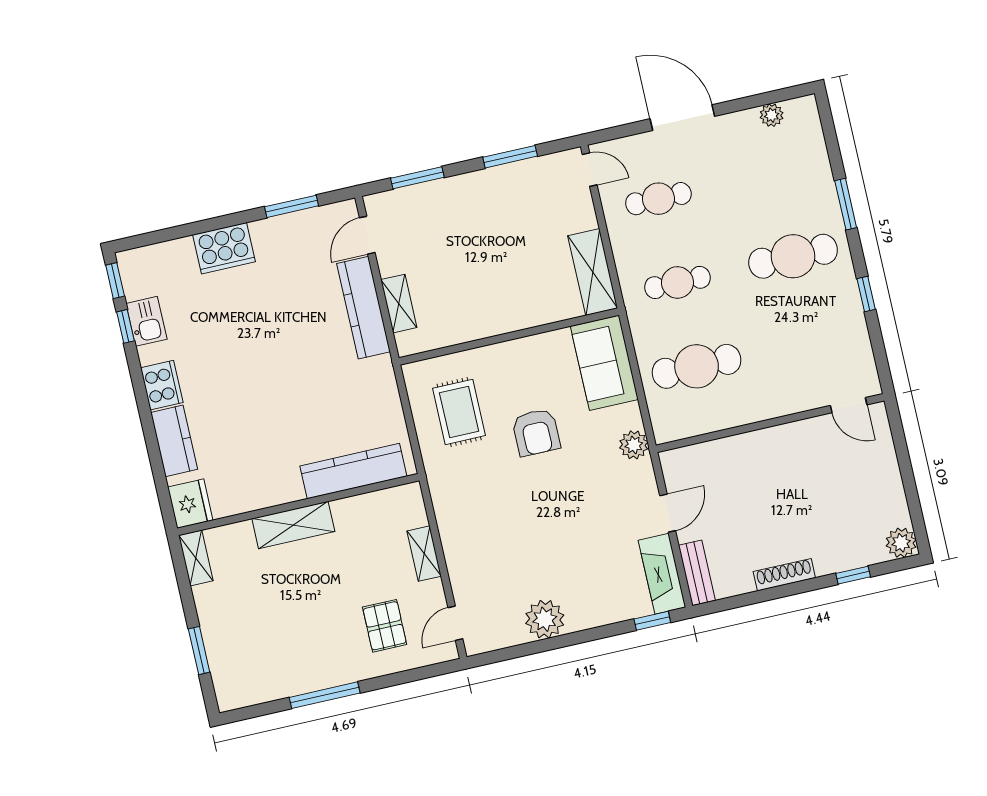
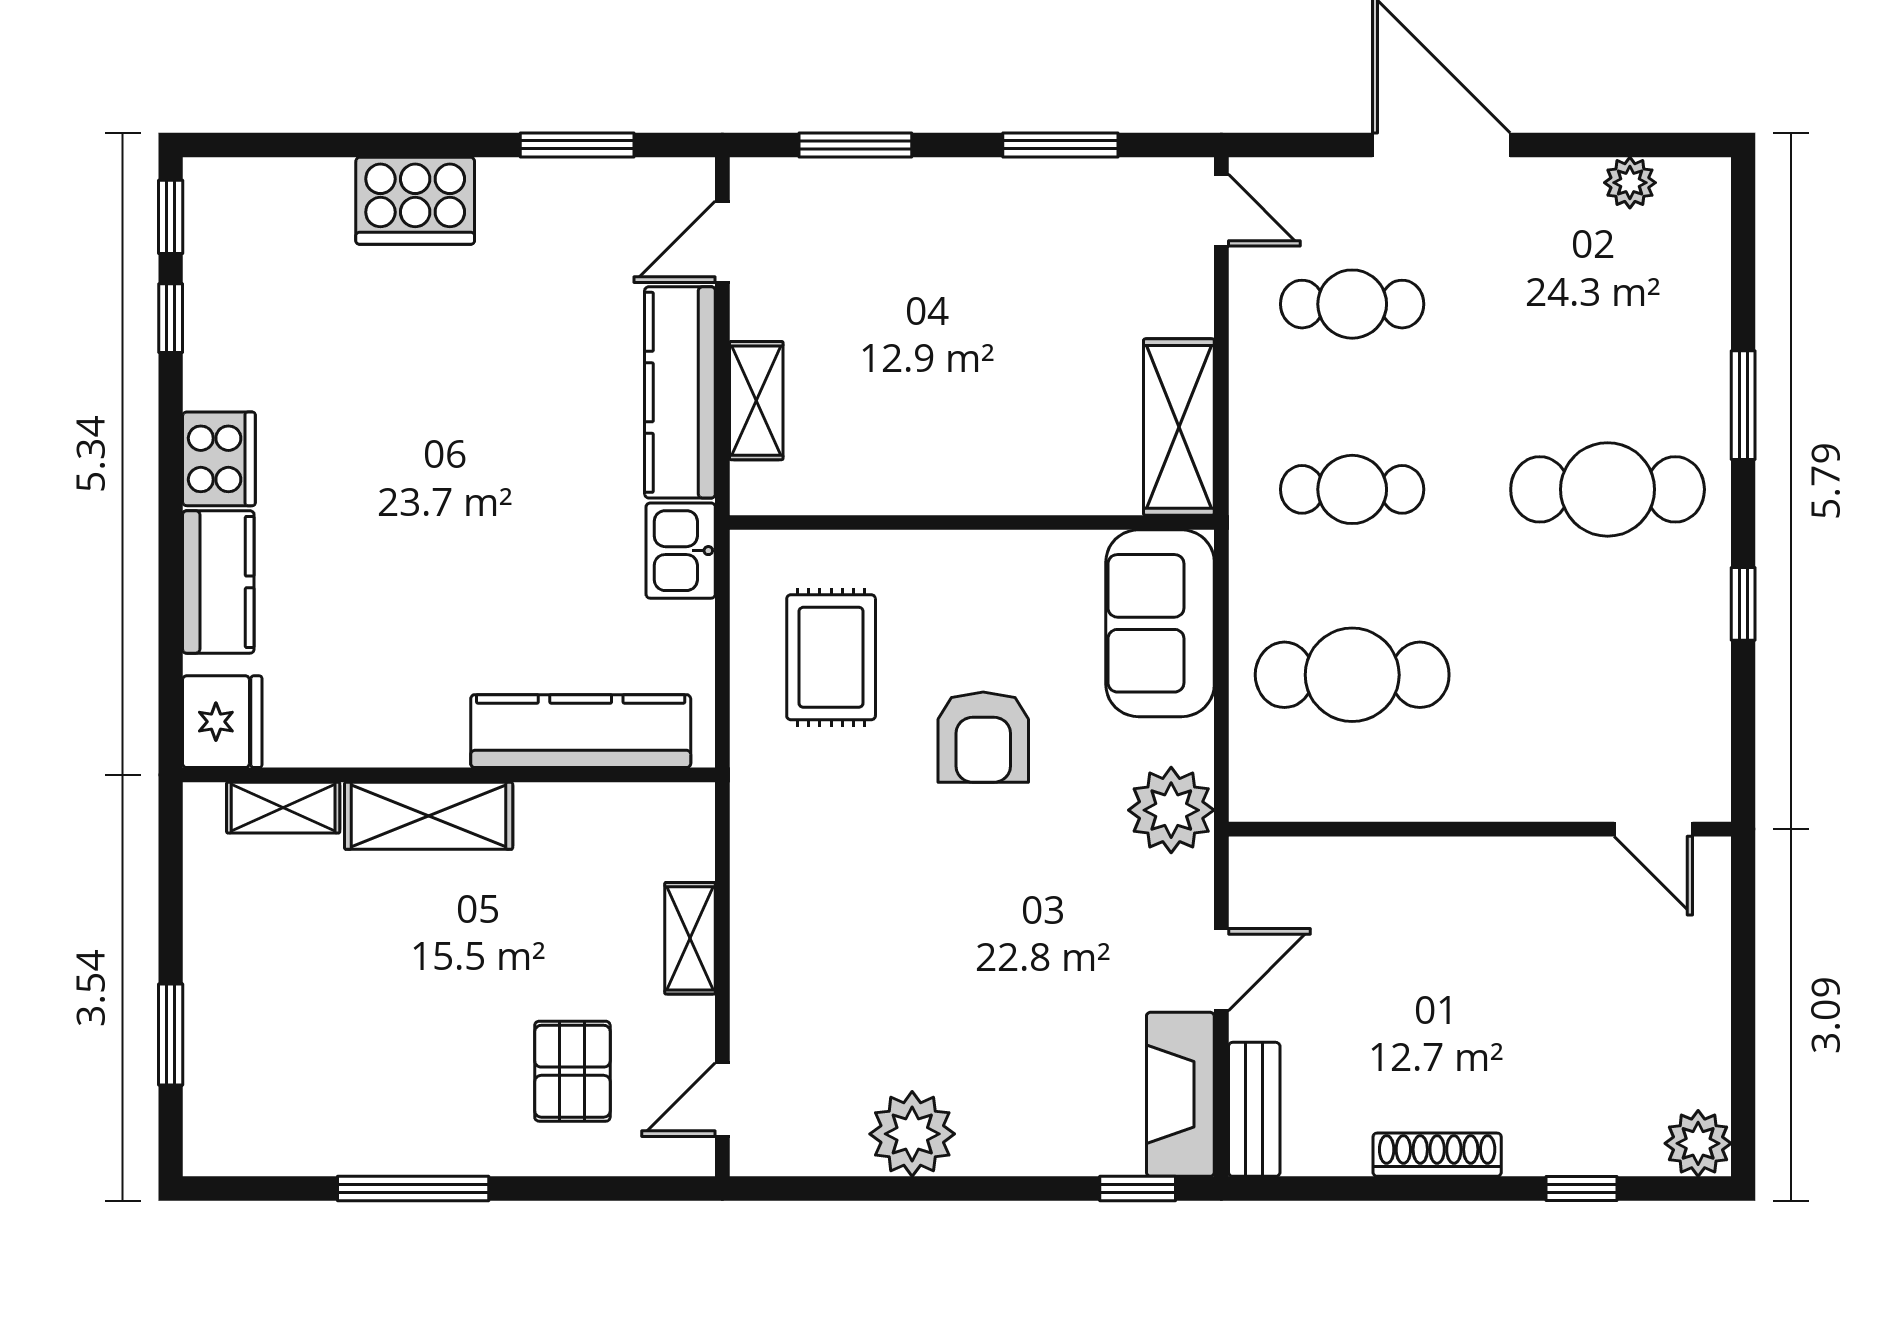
kitchen sink: (146, 321) -> (681, 551), moved, turned 180
plant: (634, 445) -> (1171, 810), width x1.36, depth x1.36
shelving: (196, 558) -> (283, 808), moved, turned 90

